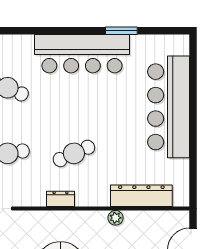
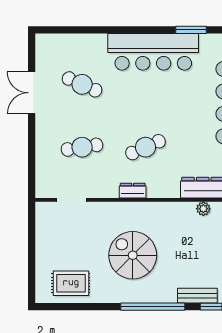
plant: (116, 218) -> (203, 209), moved

